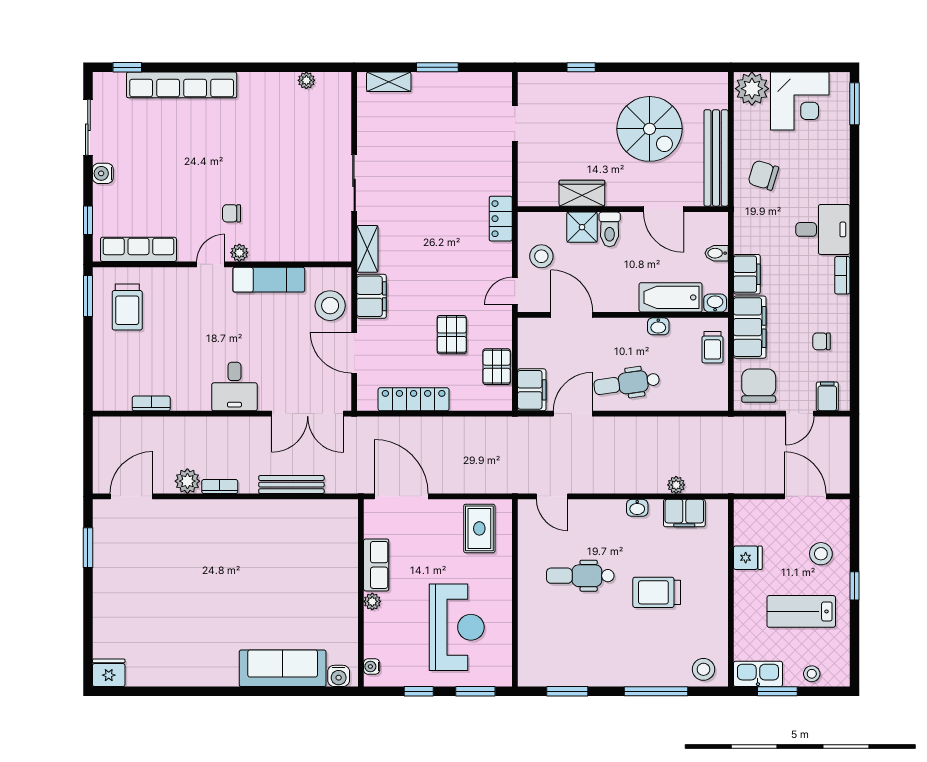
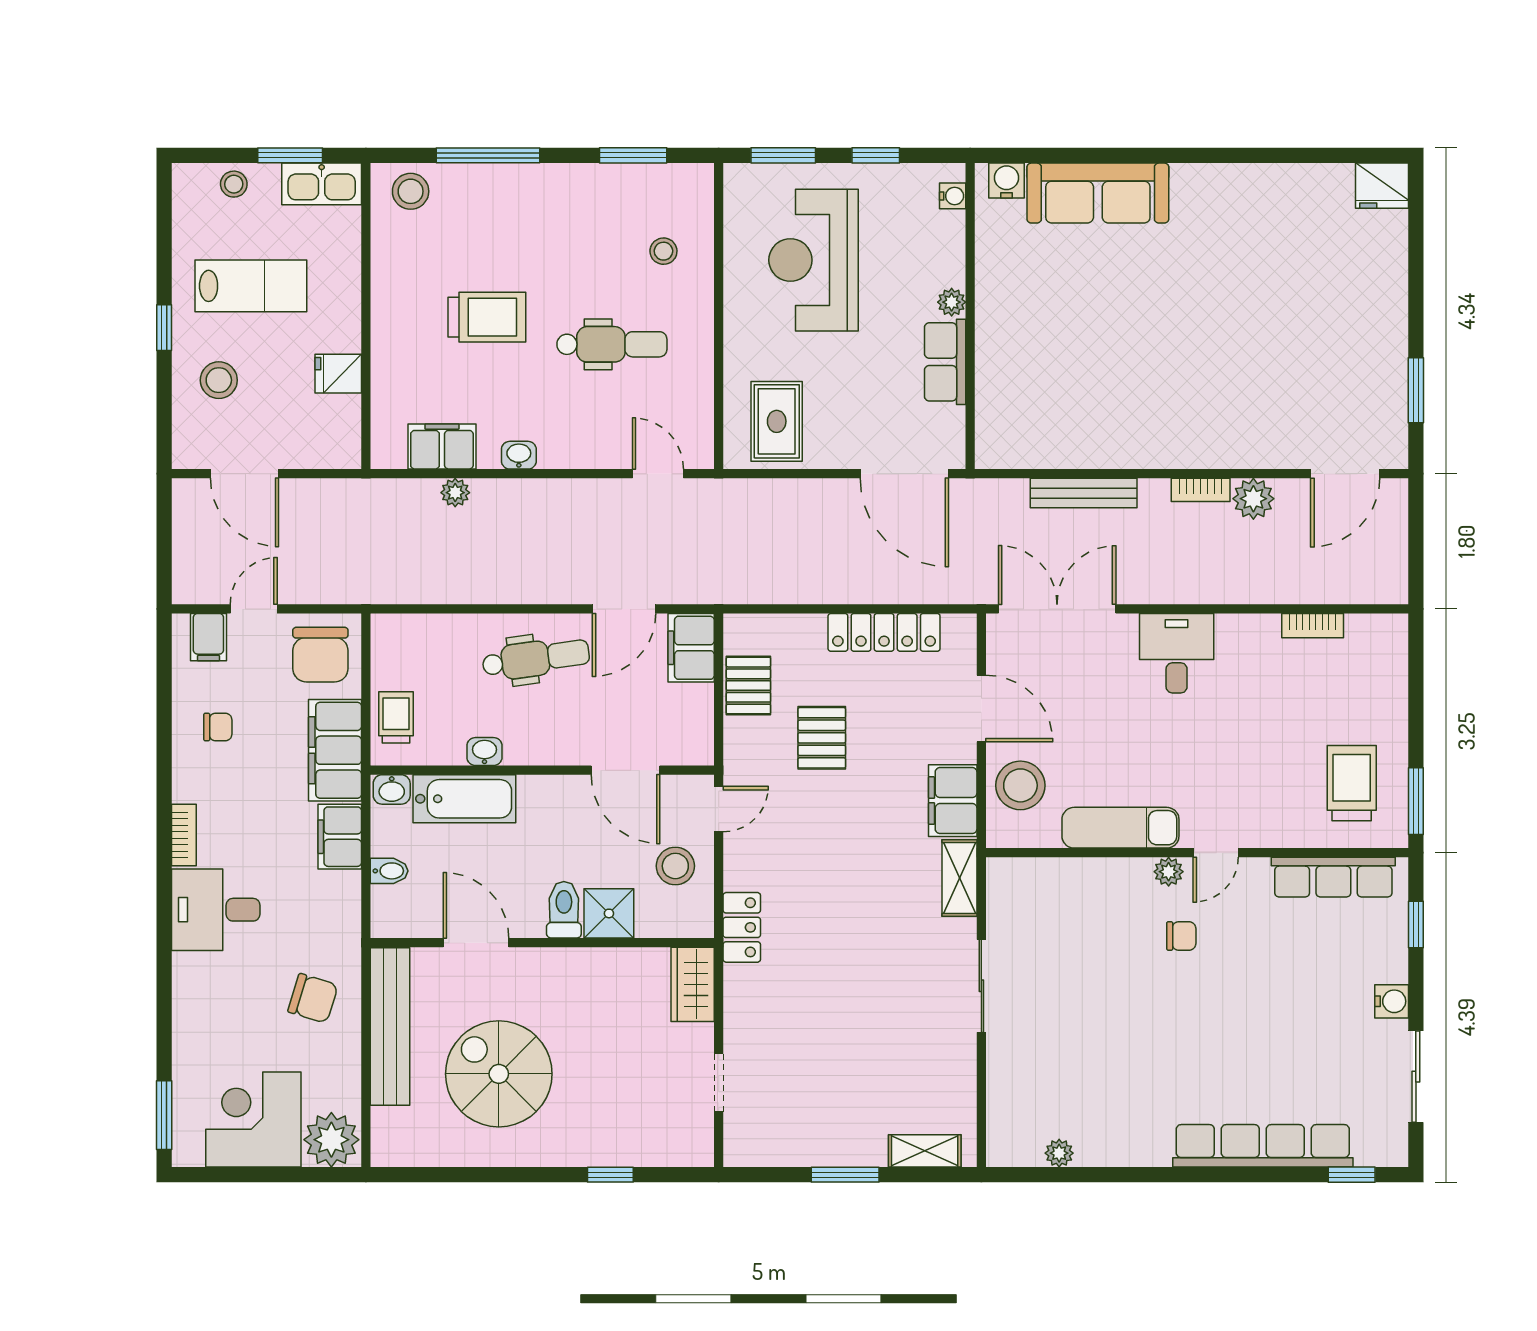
wardrobe: (582, 193) -> (693, 984), moved, turned 90
stool: (549, 633) -> (663, 251), added

